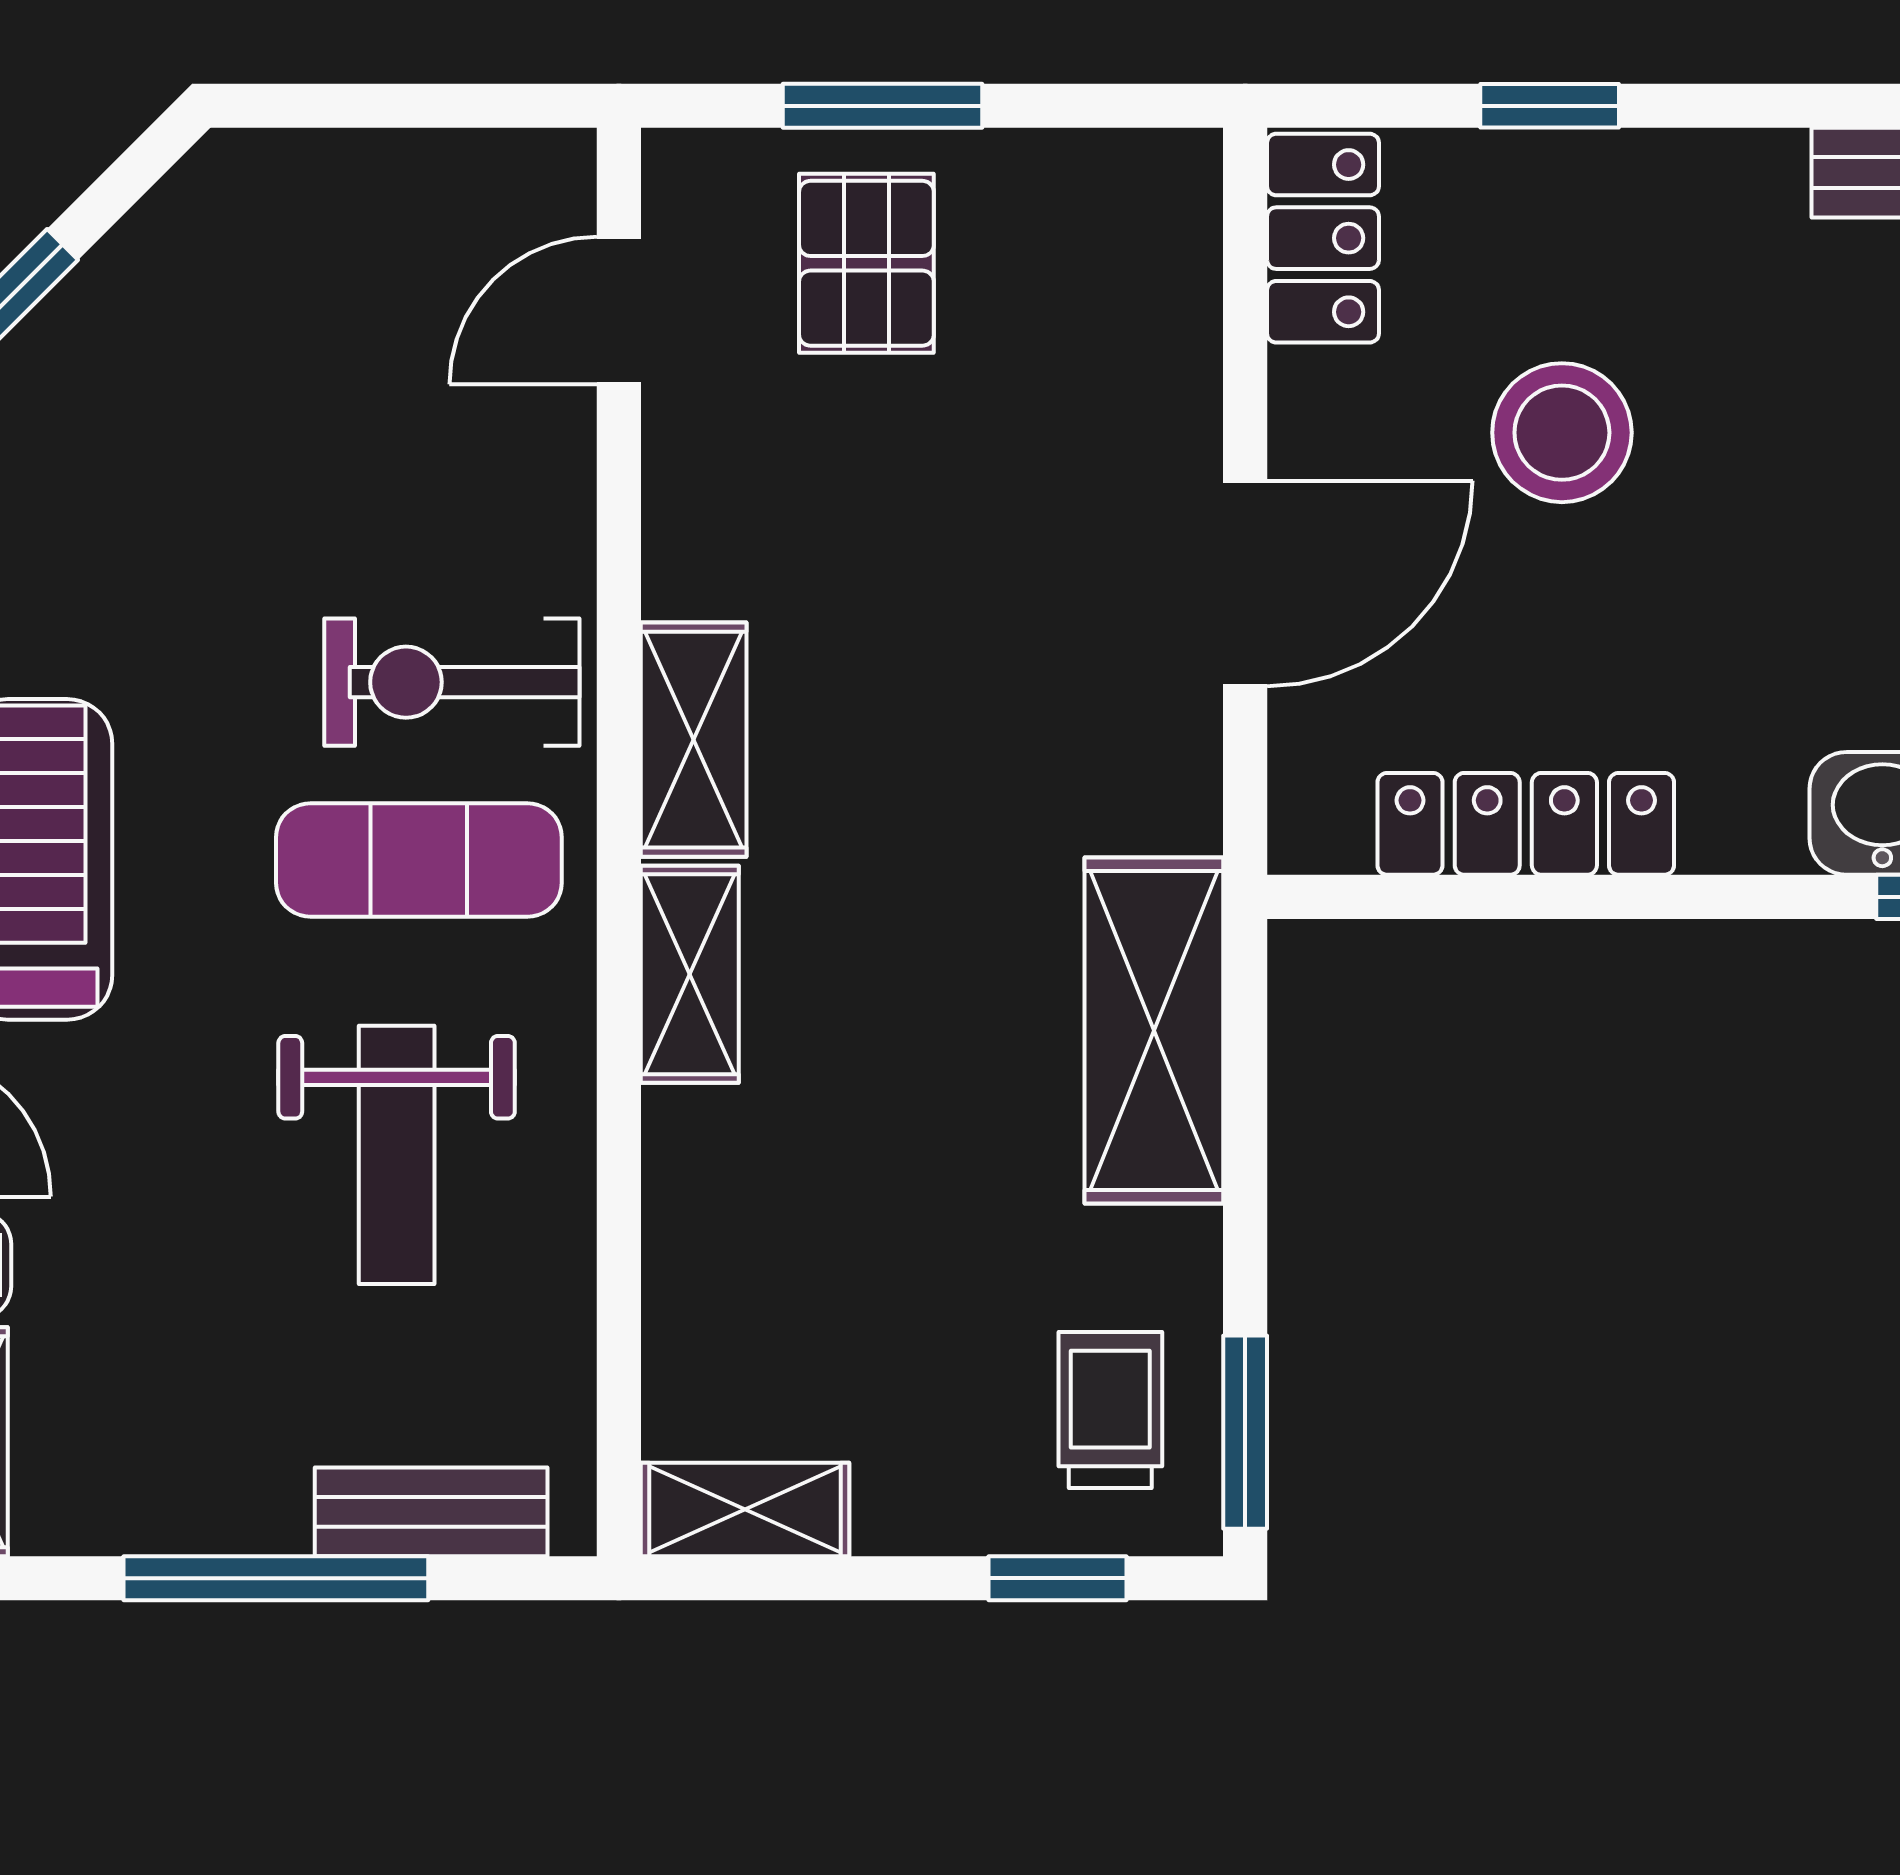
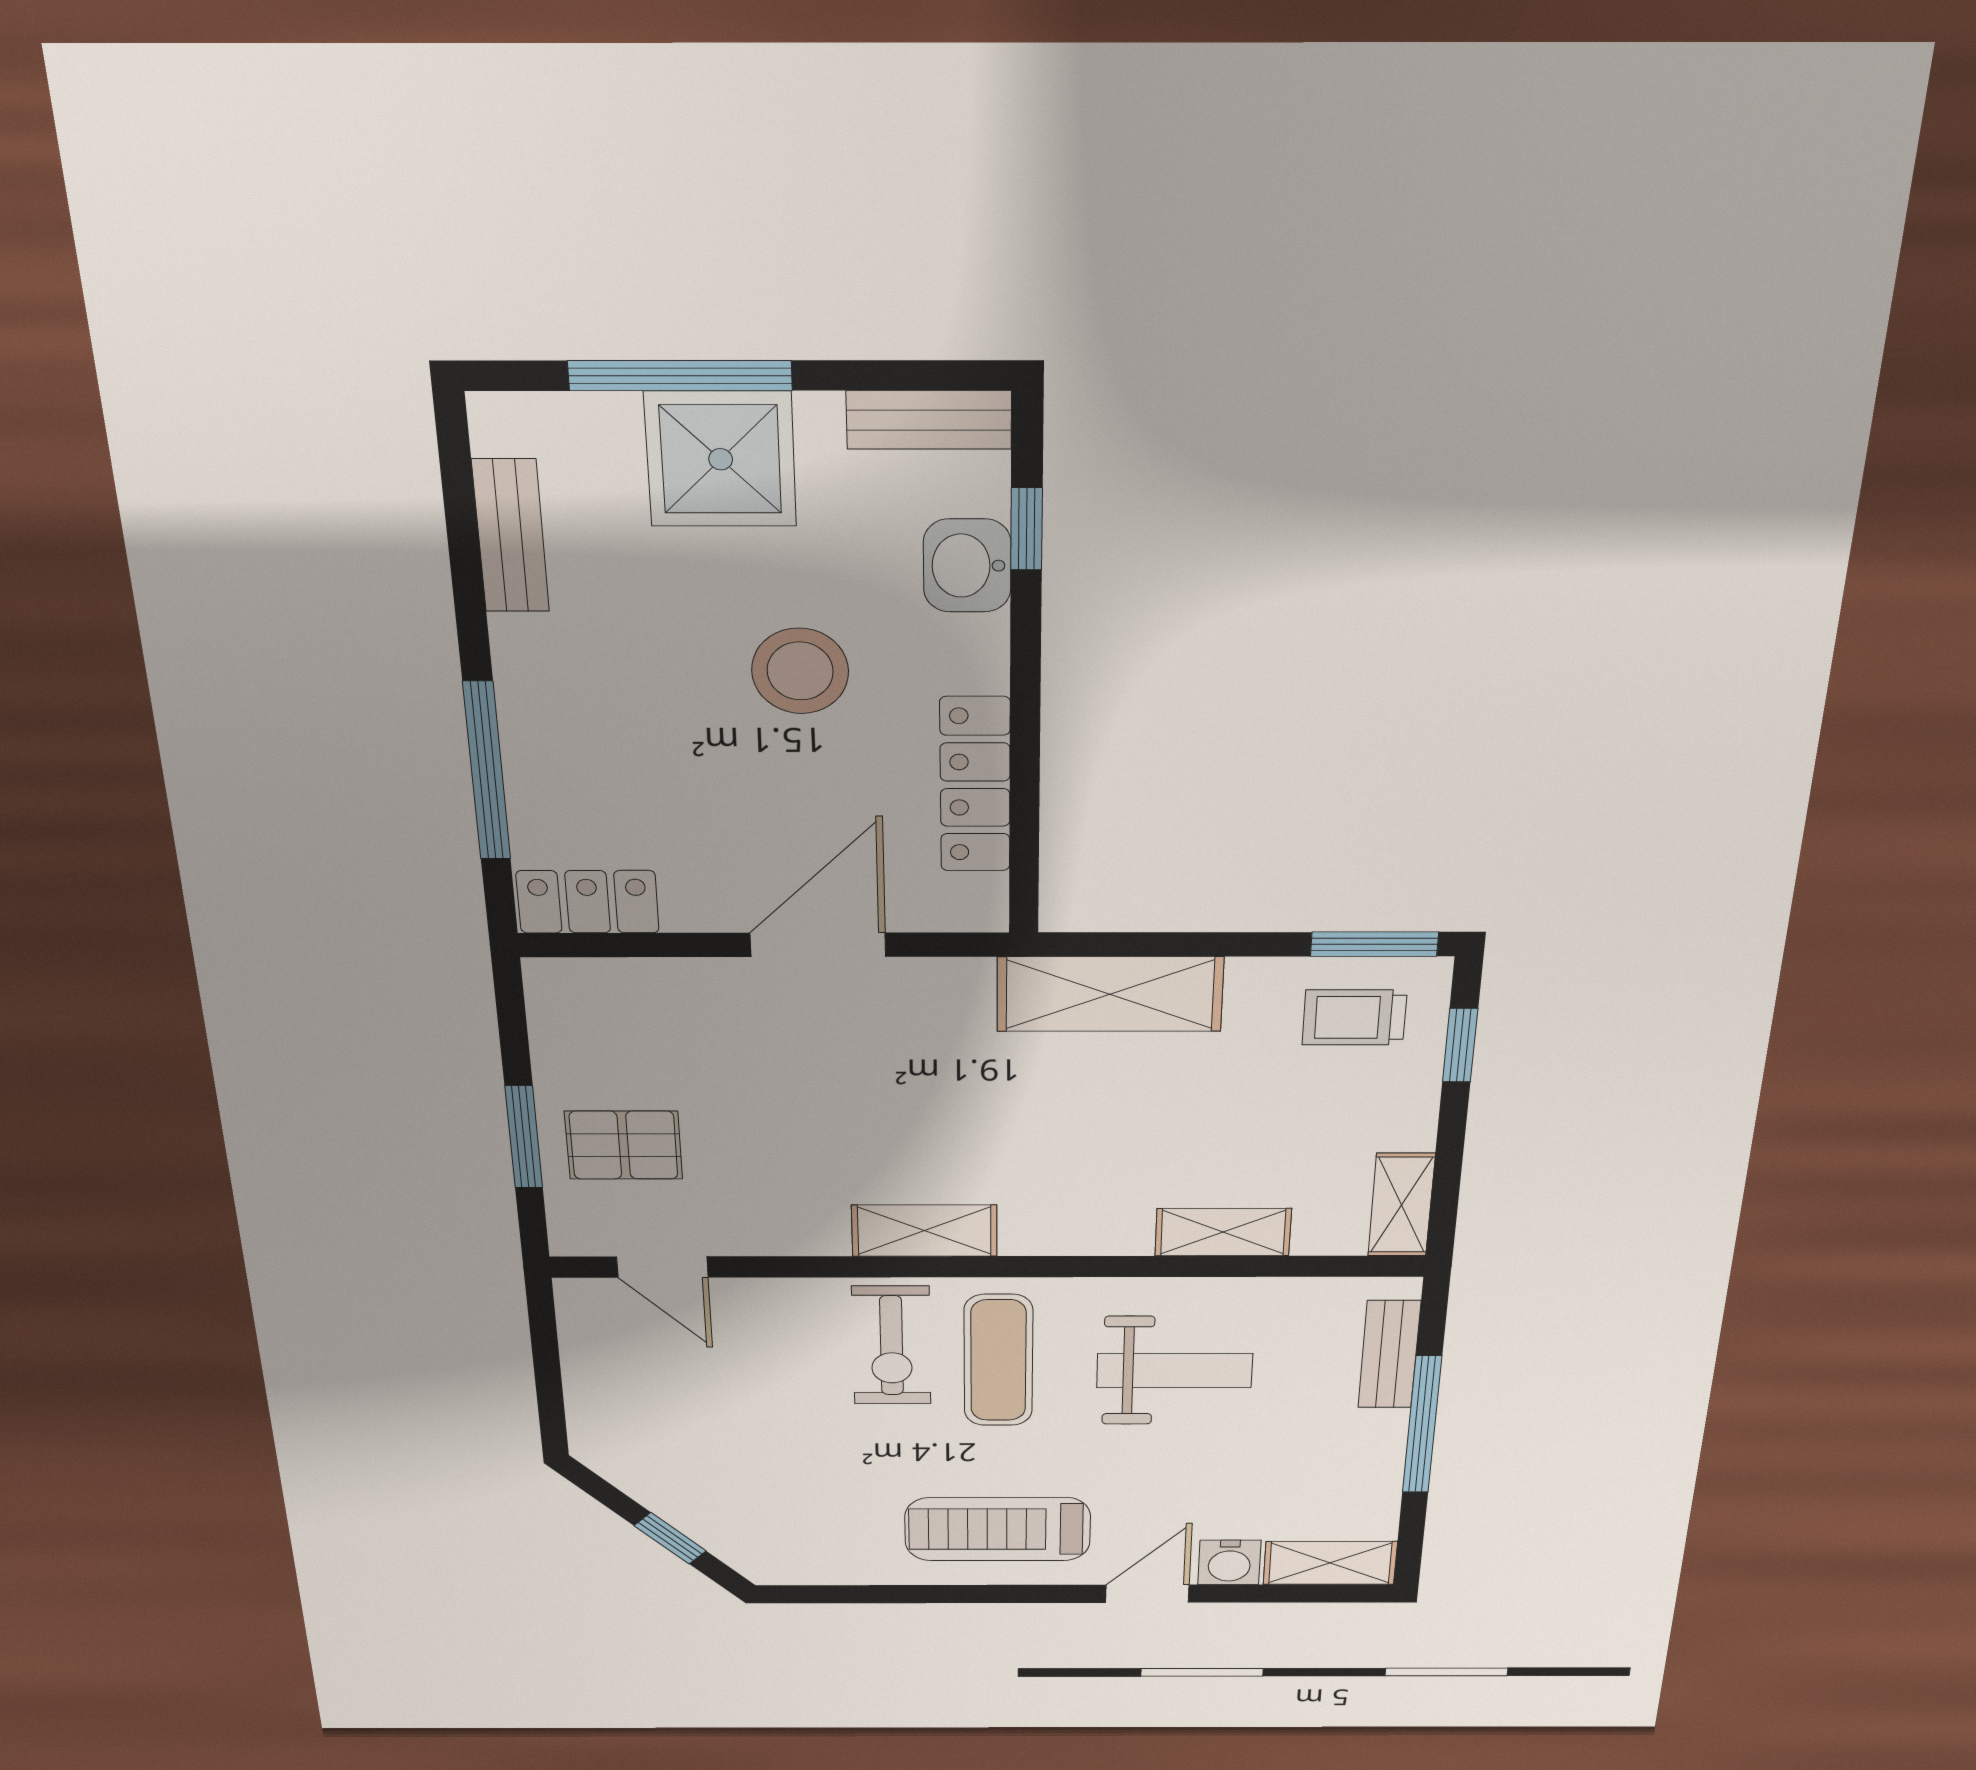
window: (1550, 106) -> (487, 771), width x2.17
stool: (1562, 433) -> (800, 671), moved
door: (1245, 583) -> (818, 945), hinge flipped
shelving: (690, 974) -> (1223, 1232), moved

